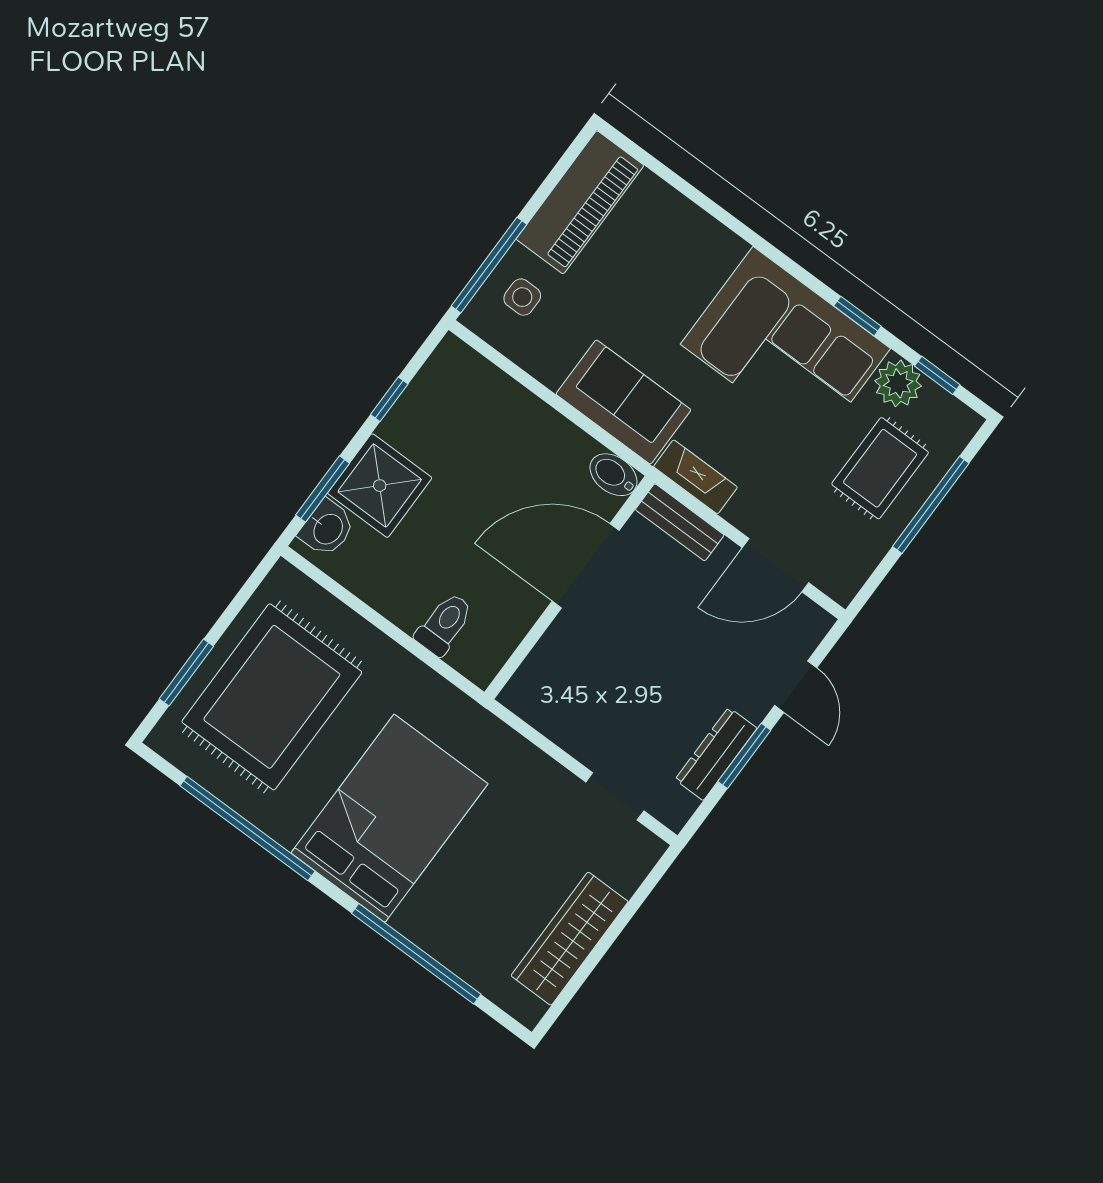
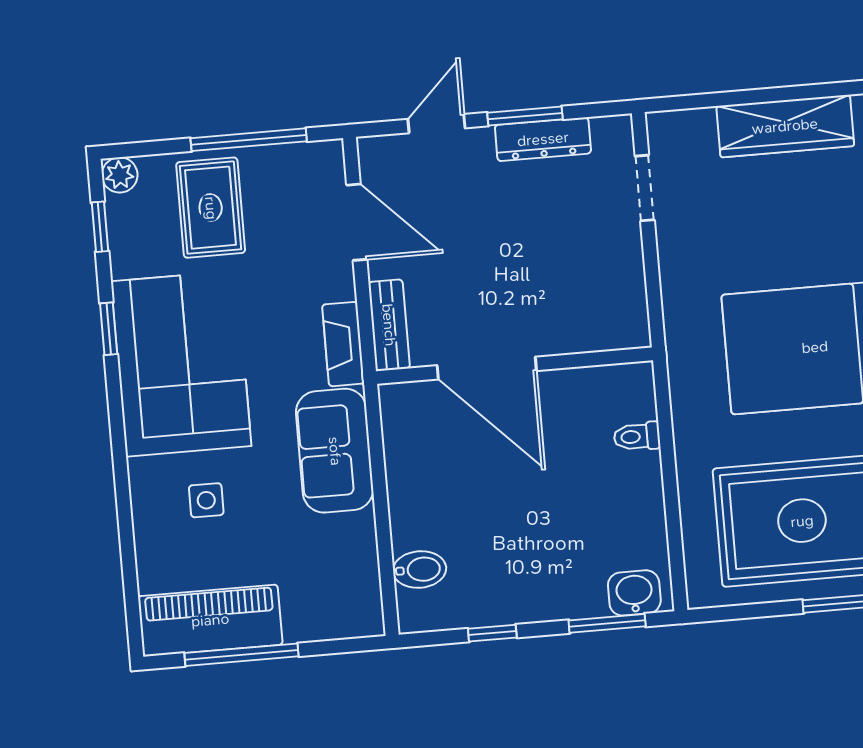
window: (489, 265) -> (242, 655), moved
side table: (522, 297) -> (206, 500), moved
plant: (898, 383) -> (120, 175), moved, width x0.73, depth x0.73
rug: (880, 468) -> (211, 208), turned 90
bidet: (614, 475) -> (420, 570), moved, turned -90
shower: (380, 486) -> (565, 582), removed
window: (931, 505) -> (249, 140), moved
toilet: (444, 624) -> (637, 437), width x0.73, depth x0.72

